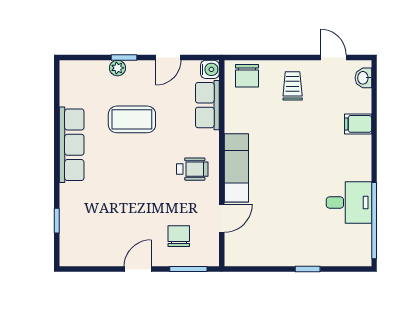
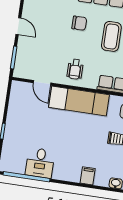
exam couch: (236, 168) -> (79, 101), width x1.36, depth x1.45
chair: (179, 236) -> (79, 23), moved

